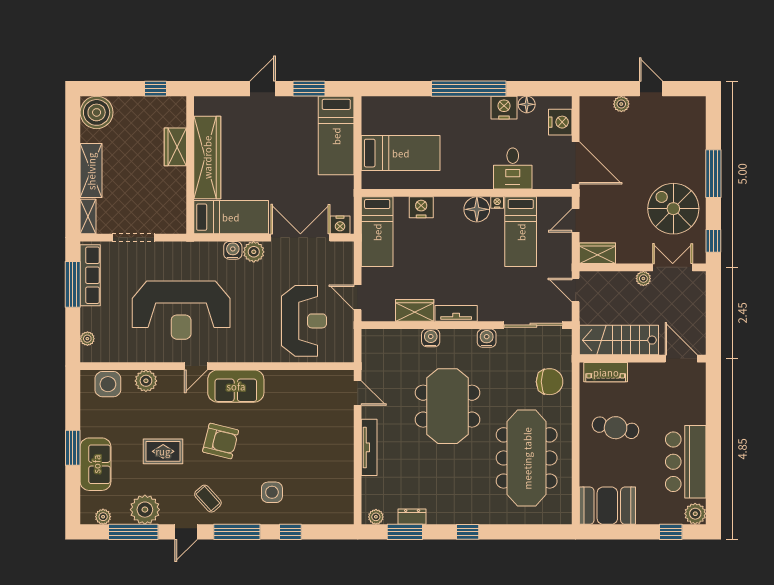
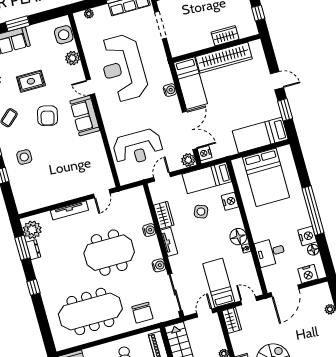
bed: (401, 153) -> (266, 177), width x1.50
bed: (521, 232) -> (219, 283), moved, turned 90
plant: (254, 252) -> (188, 160), moved
side table: (425, 254) -> (201, 212), added
rug: (163, 451) -> (31, 81), turned 90
plant: (376, 517) -> (32, 230), width x1.87, depth x1.87

